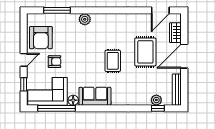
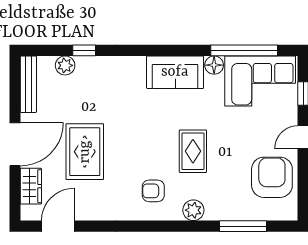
rug: (113, 61) -> (193, 151), moved
armchair: (55, 62) -> (153, 191), moved
window: (158, 108) -> (84, 50), moved

